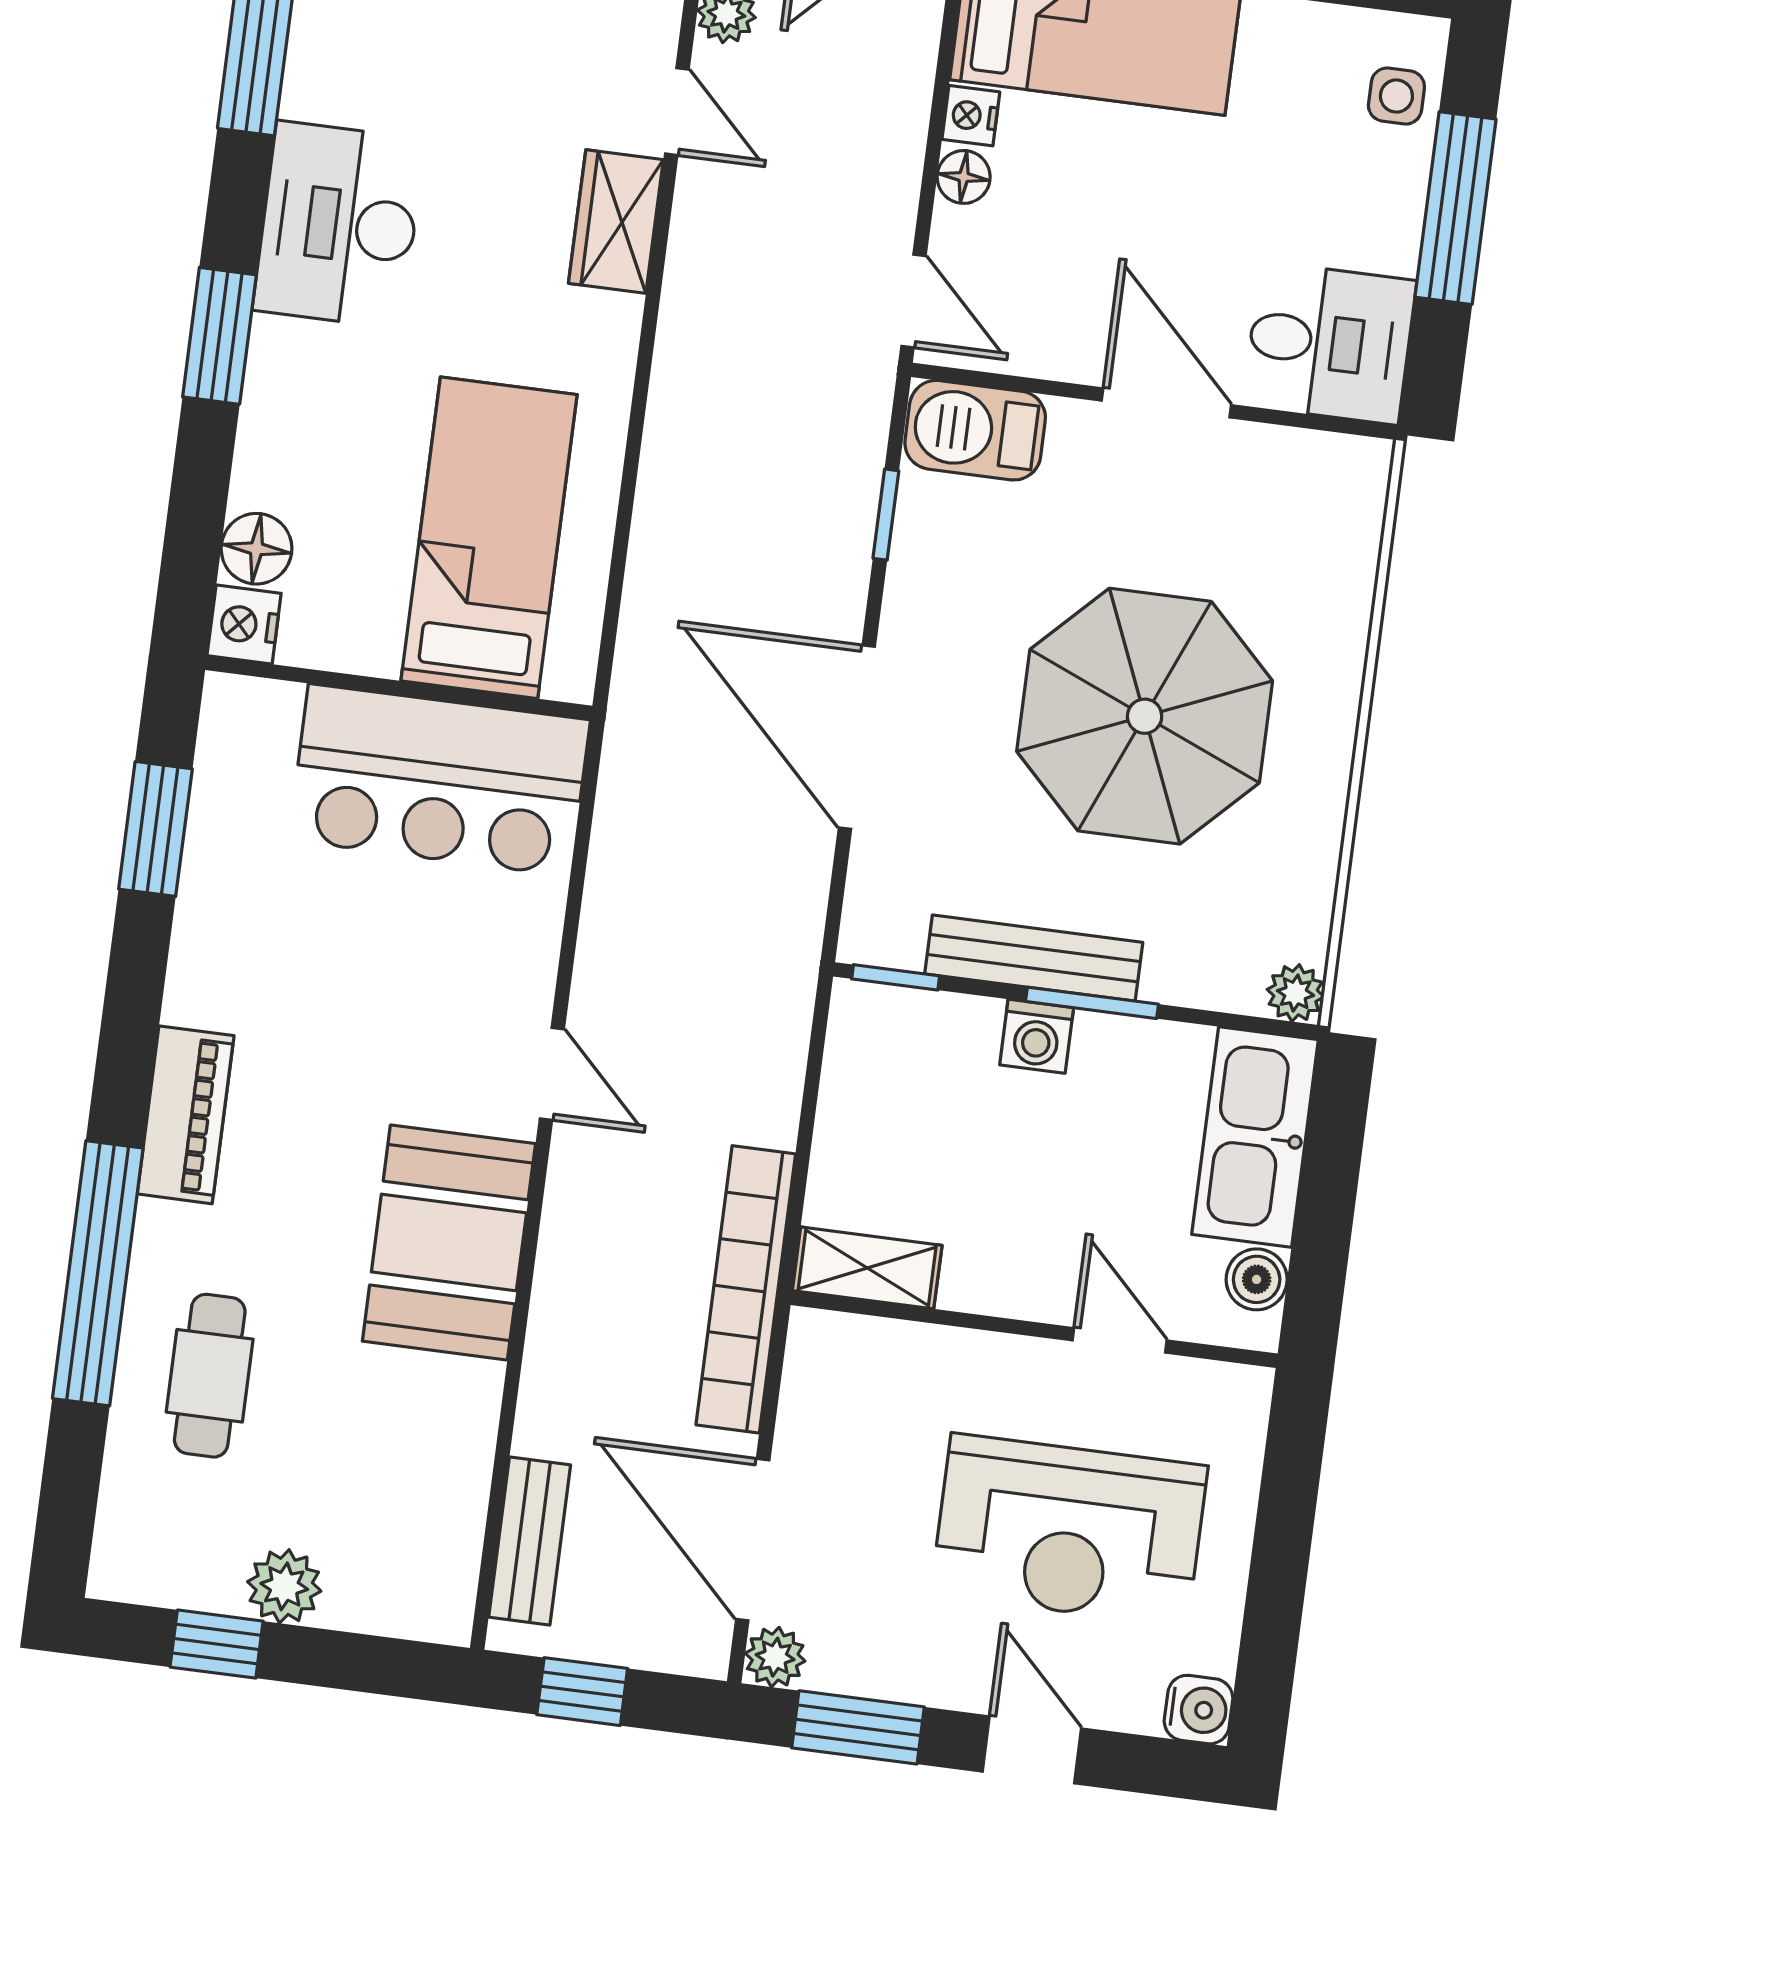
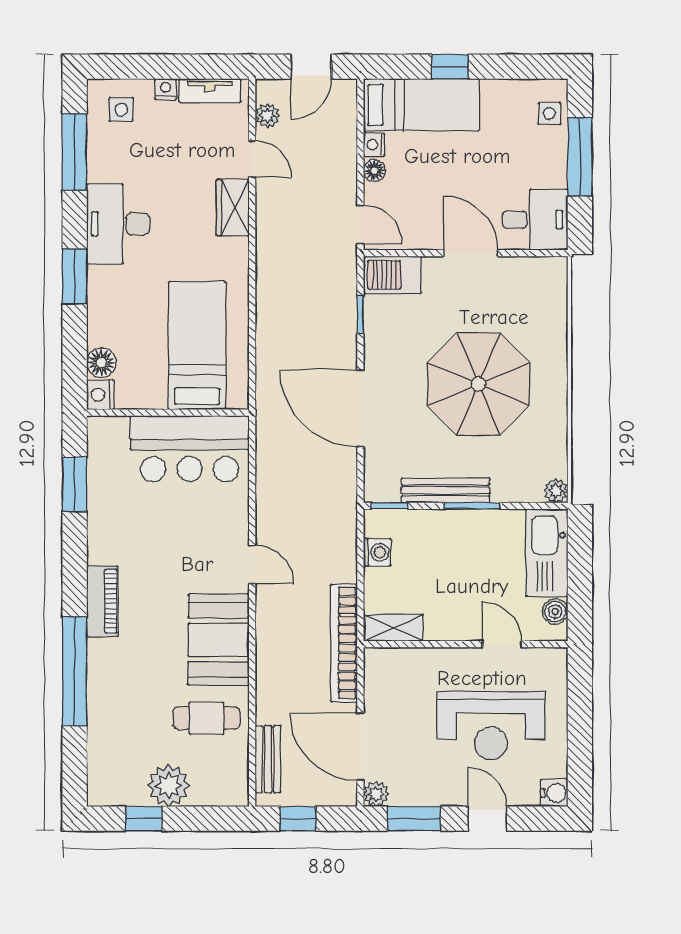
washing machine: (1037, 1036) -> (377, 552), moved, turned -90
cafe table: (210, 1376) -> (206, 718), moved, turned 90
plant: (284, 1586) -> (169, 786), width x1.36, depth x1.36

